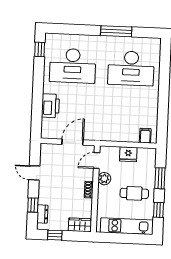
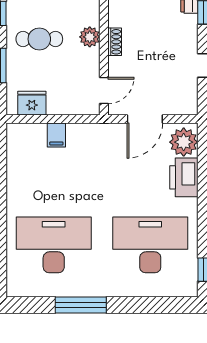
plant: (50, 127) -> (184, 142), added
filing cabinet: (145, 136) -> (56, 135), moved
fridge: (128, 154) -> (32, 103), moved
plant: (104, 179) -> (90, 37), moved

